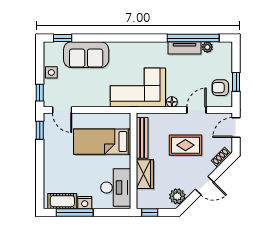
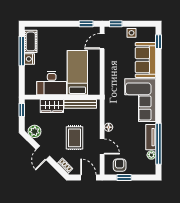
corner sofa: (138, 88) -> (140, 100), moved, turned 180
desk: (116, 188) -> (52, 83), moved

